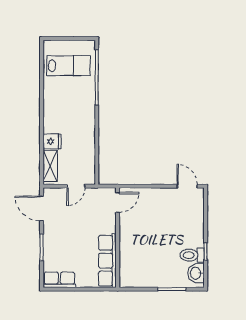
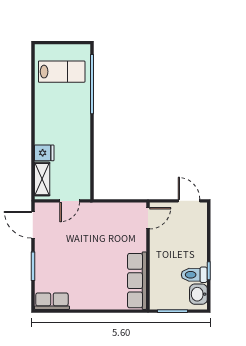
door: (118, 202) -> (148, 218), moved
wall: (118, 238) -> (148, 256), moved
row of seats: (107, 261) -> (137, 281), moved

